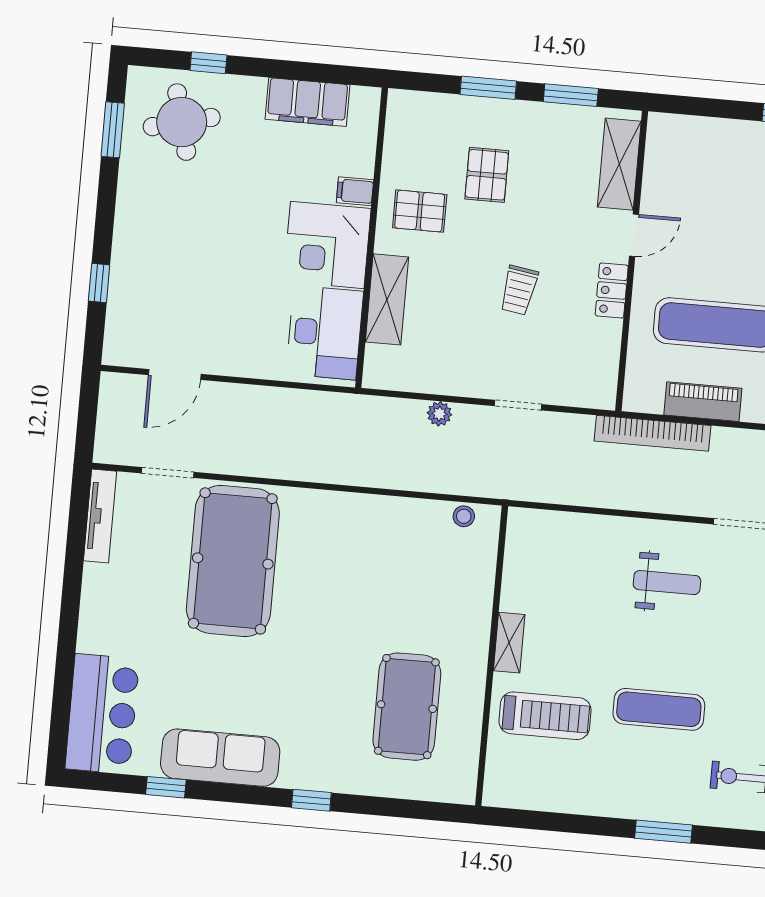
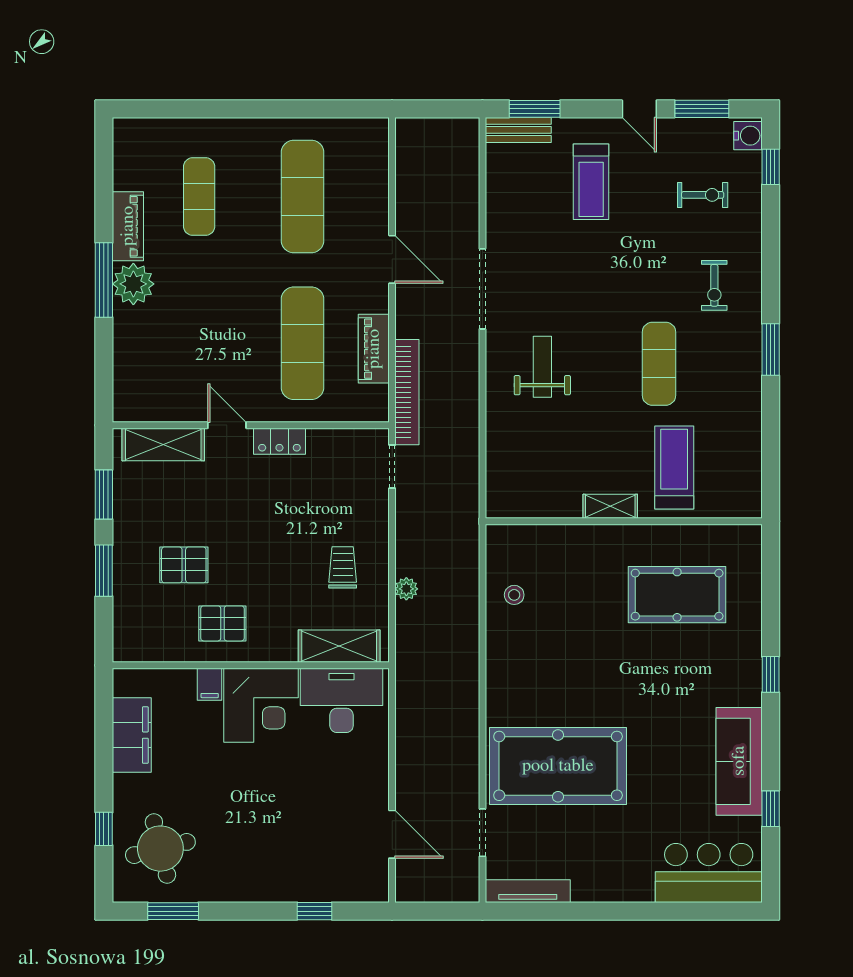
pallet: (420, 211) -> (222, 623), turned 90
trolley: (519, 290) -> (343, 567), moved, turned -99
shelving: (387, 299) -> (339, 646), moved
doorway: (518, 405) -> (392, 467), moved
stool: (464, 516) -> (514, 595), moved

